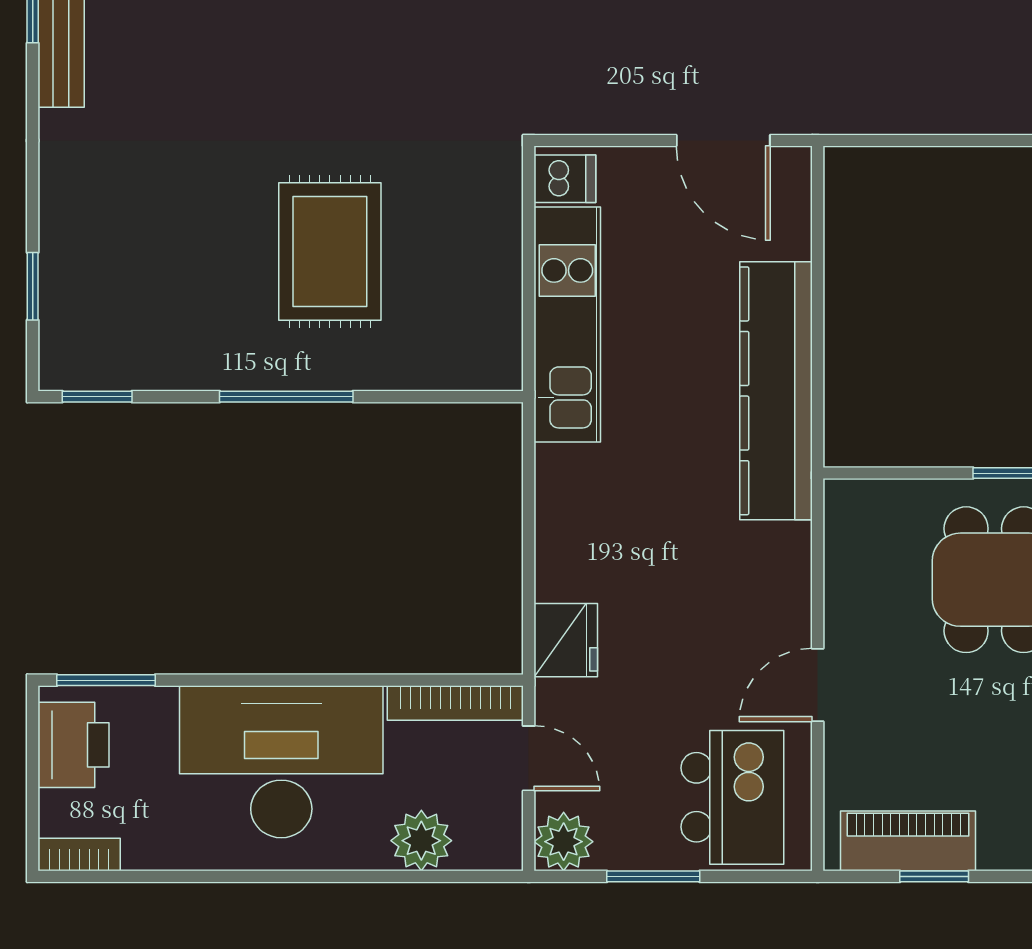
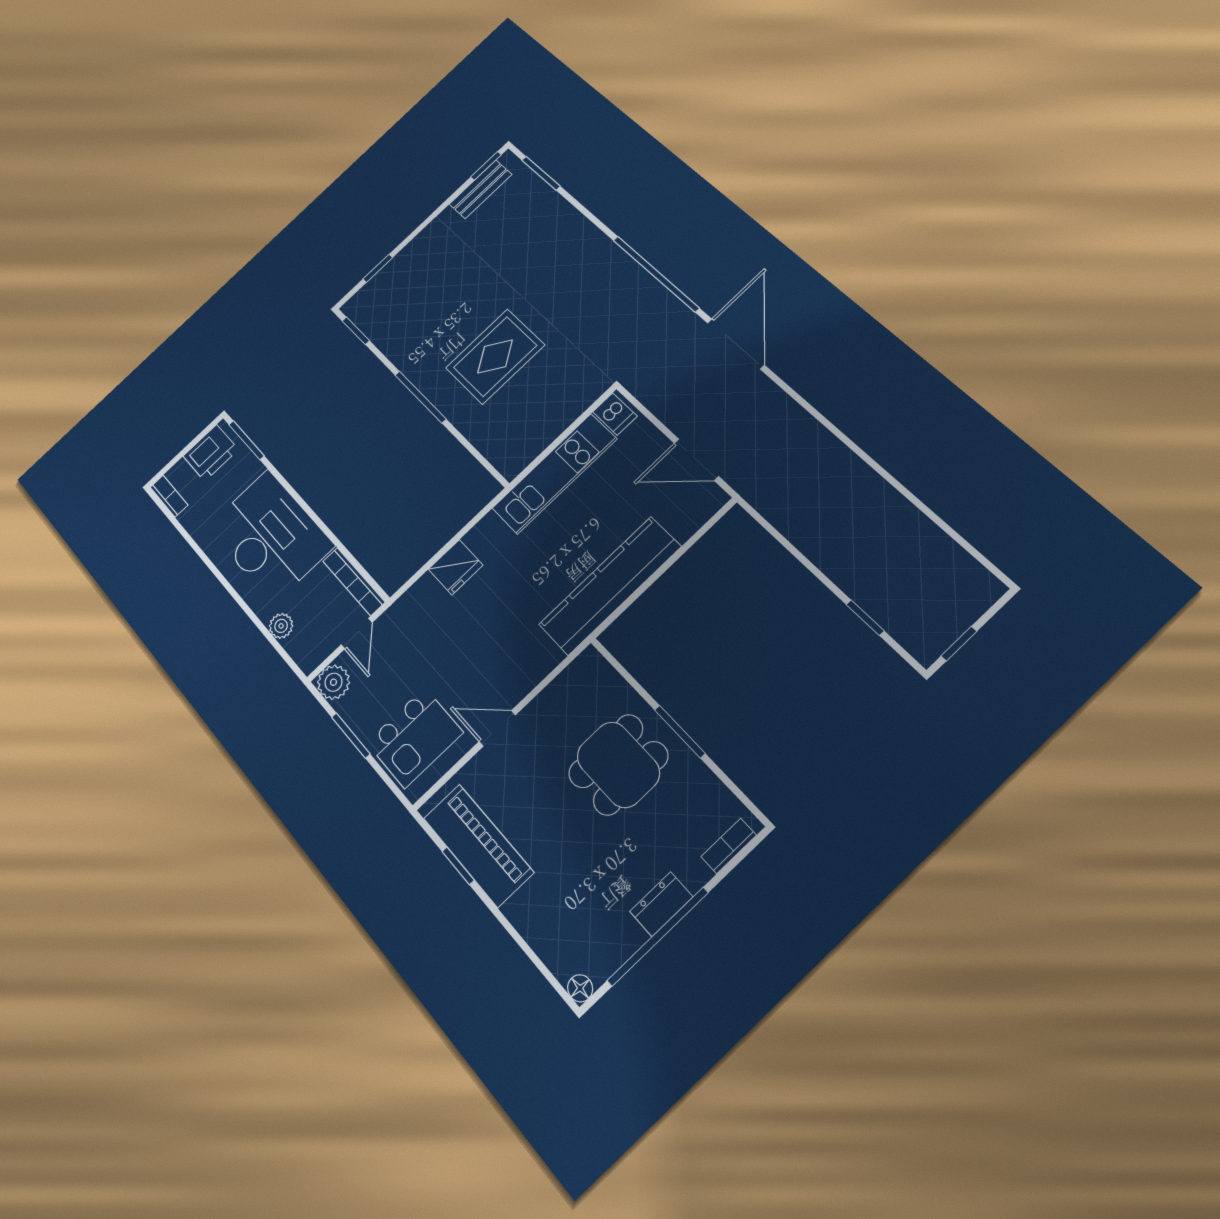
door: (723, 140) -> (696, 460), hinge flipped
fridge: (566, 640) -> (456, 567), moved
plant: (421, 841) -> (281, 626), width x0.73, depth x0.73
piano: (908, 841) -> (478, 845), width x1.37, depth x1.33

